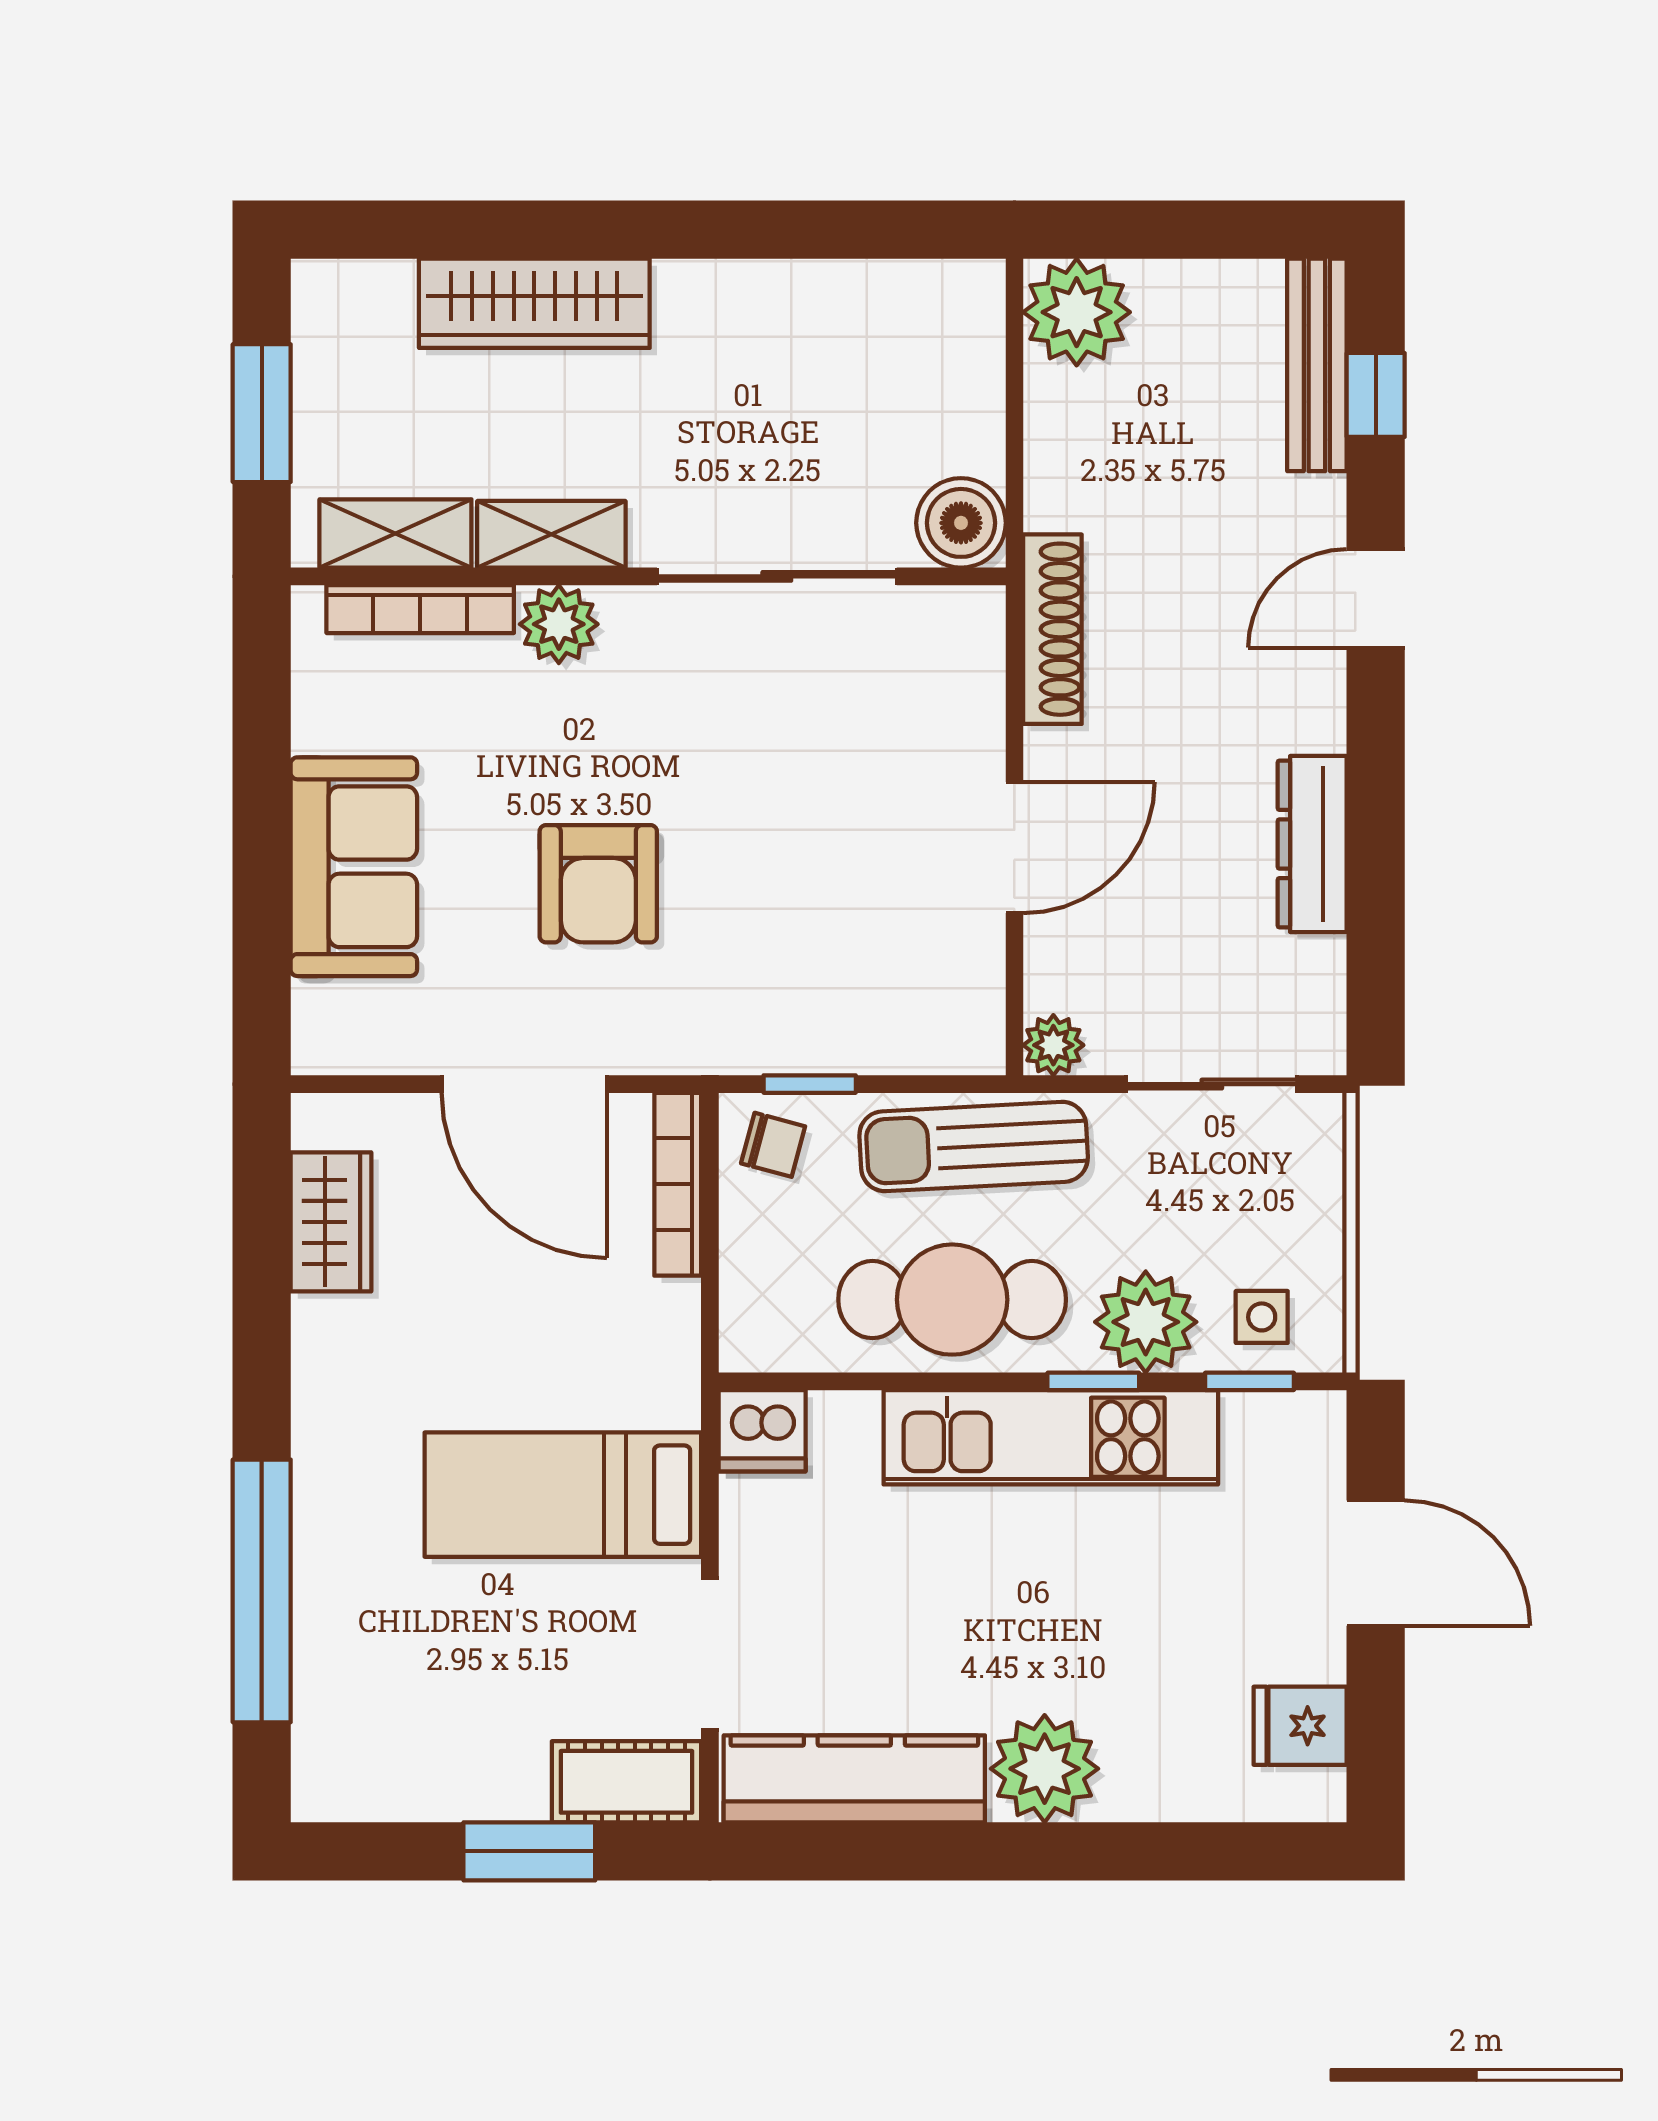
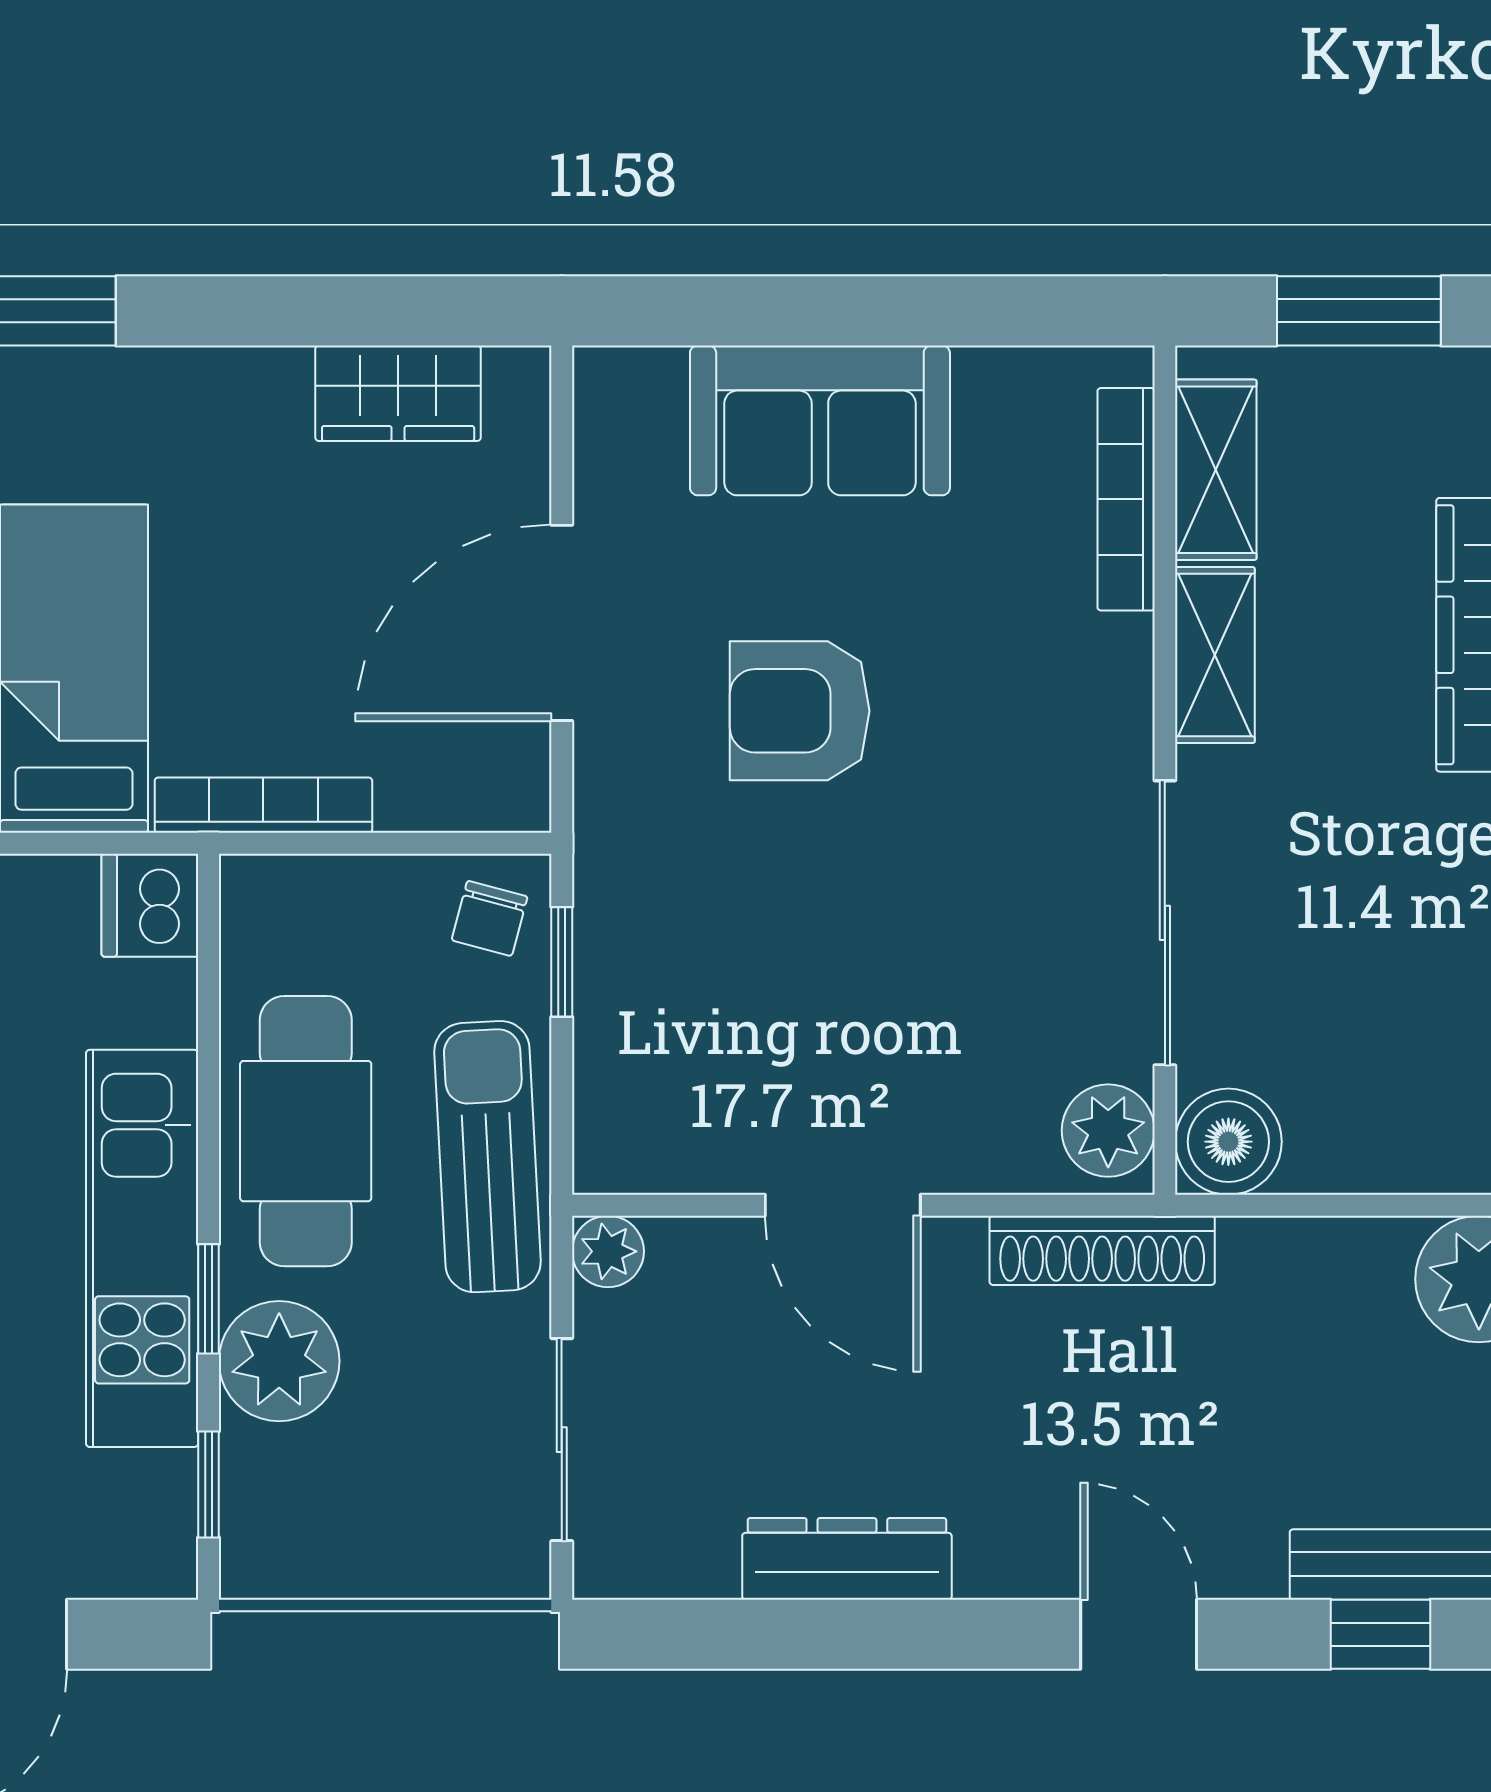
plant: (559, 624) -> (1108, 1131), moved
bookcase: (678, 1184) -> (263, 805), moved
side table: (1262, 1317) -> (285, 1499), removed

